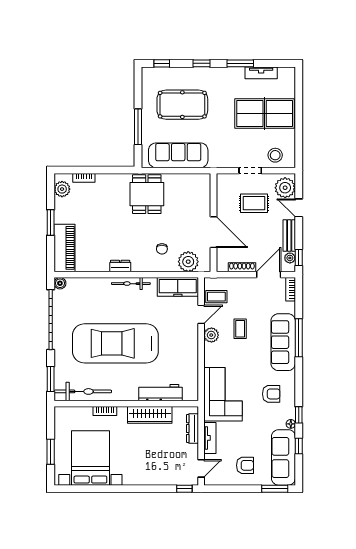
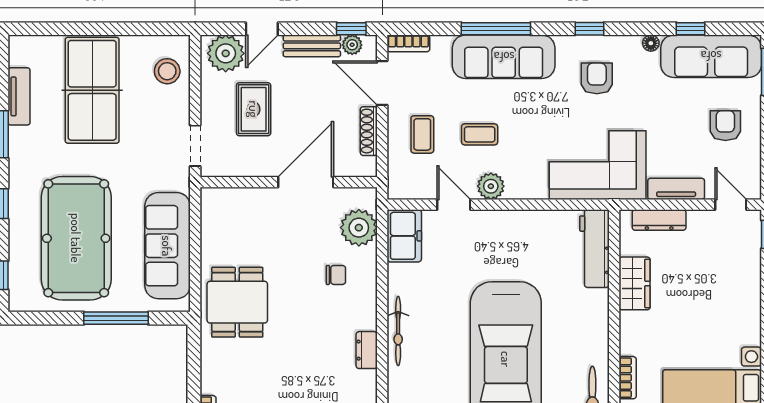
pool table: (182, 105) -> (76, 238), width x1.36, depth x1.32
doorway: (250, 171) -> (195, 146), moved
dining table: (147, 194) -> (237, 302), turned 90
freezer: (178, 287) -> (404, 236), width x0.71
coffee table: (216, 297) -> (422, 134), moved
workbench: (161, 393) -> (594, 249), moved
wardrobe: (150, 415) -> (635, 283), width x0.67
window: (299, 415) -> (589, 29), moved

